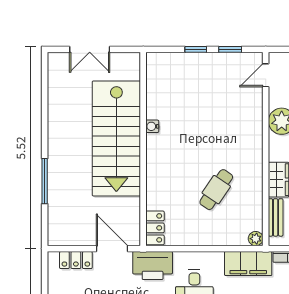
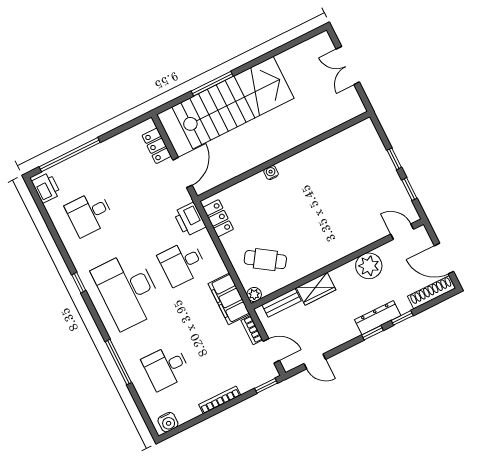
water cooler: (152, 126) -> (271, 173), moved
stairs: (116, 138) -> (233, 103), moved, turned 180
cafe table: (216, 190) -> (265, 260), moved
locker: (155, 228) -> (218, 218), moved, turned -90
printer: (153, 266) -> (190, 219), width x0.73, depth x0.84

